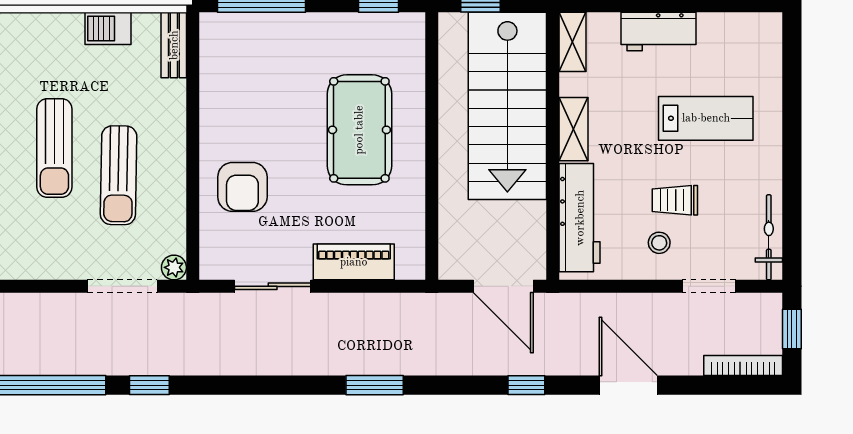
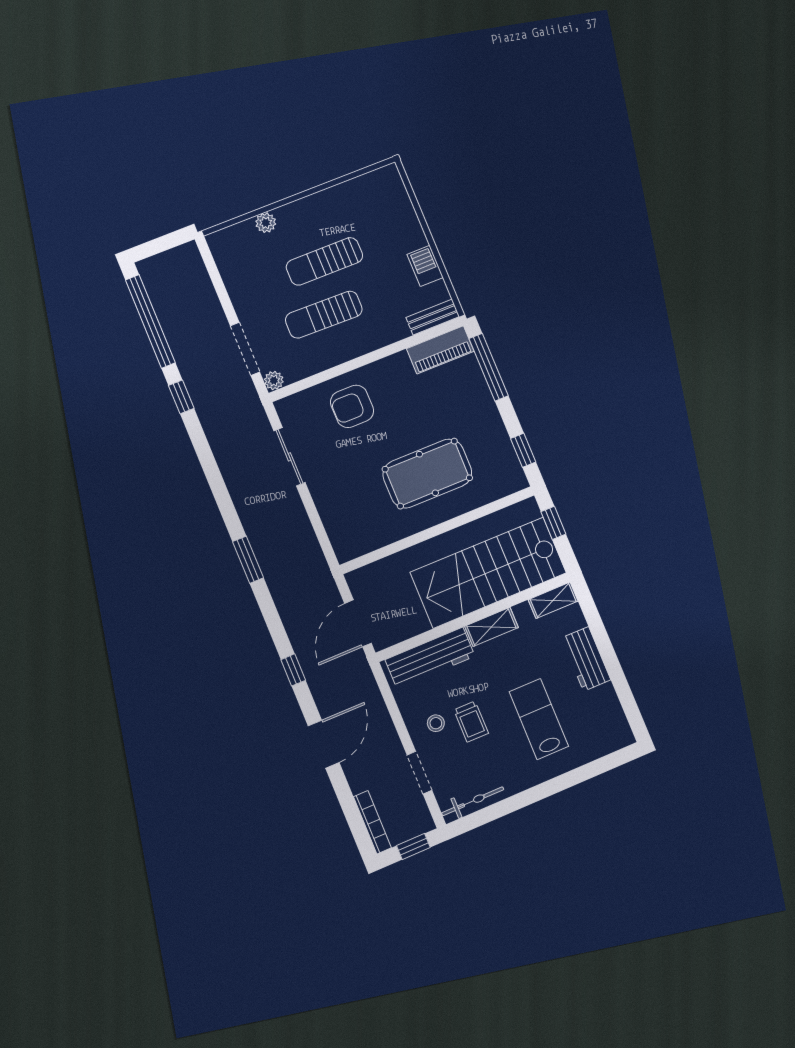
lab bench: (706, 118) -> (539, 719), turned 180
trolley: (675, 200) -> (471, 722), turned 180
piano: (354, 262) -> (440, 350), moved, turned 90

